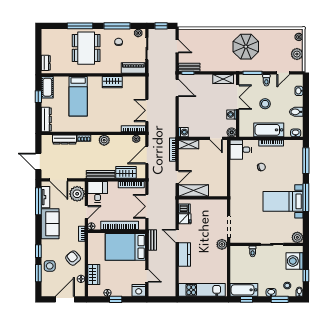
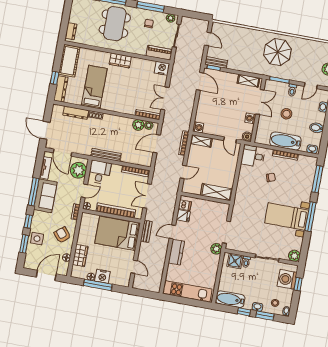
window: (161, 26) -> (195, 15), removed
wardrobe: (112, 82) -> (120, 60), moved
nightstand: (139, 82) -> (162, 68), added
cot: (47, 87) -> (69, 61), width x1.37, depth x1.34
bed: (78, 96) -> (94, 87), moved, turned 180
window: (38, 97) -> (55, 78), moved
plant: (104, 140) -> (138, 125), moved
wardrobe: (126, 172) -> (132, 158), removed
shelving: (193, 190) -> (217, 192), moved
window: (38, 201) -> (34, 192), moved
door: (177, 236) -> (172, 232), hinge flipped
shower: (242, 253) -> (235, 261), added
window: (306, 276) -> (298, 284), moved
nightstand: (139, 290) -> (102, 276), moved
window: (116, 299) -> (98, 285), width x2.17
window: (247, 299) -> (244, 312), moved

